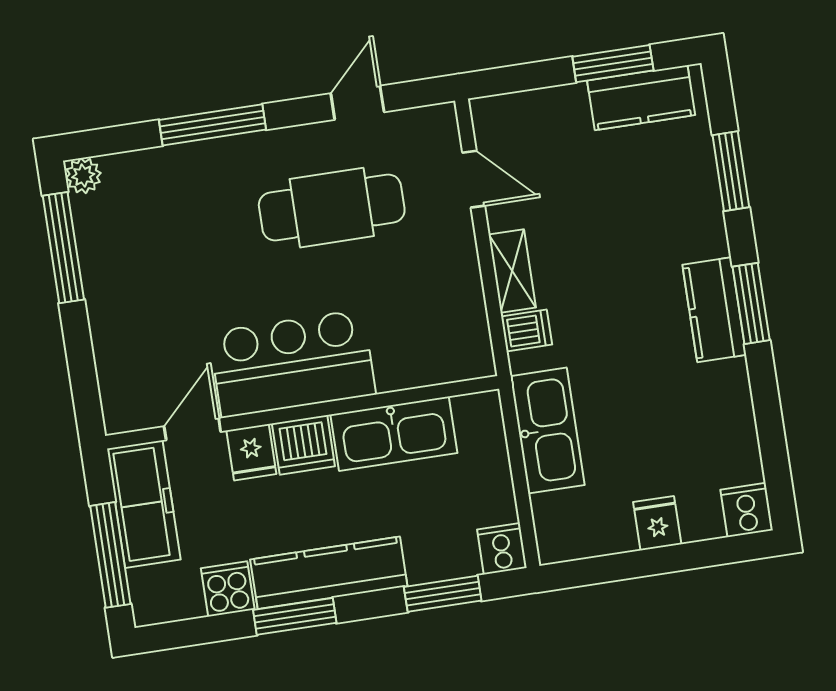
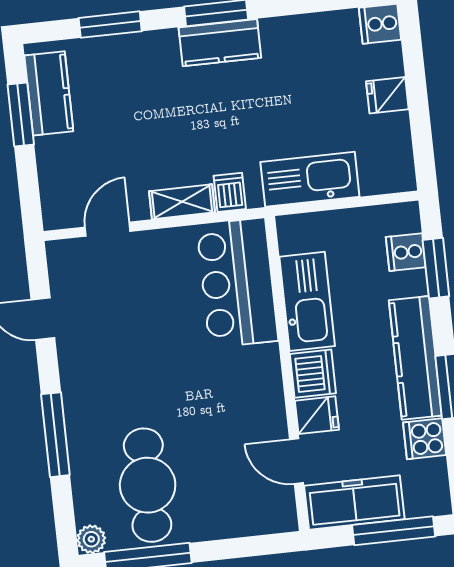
cafe table: (332, 208) -> (148, 485), moved
bar counter: (292, 363) -> (237, 283), moved
cooker: (502, 549) -> (406, 252), moved

